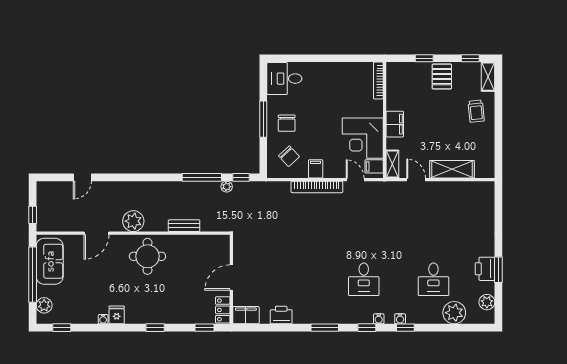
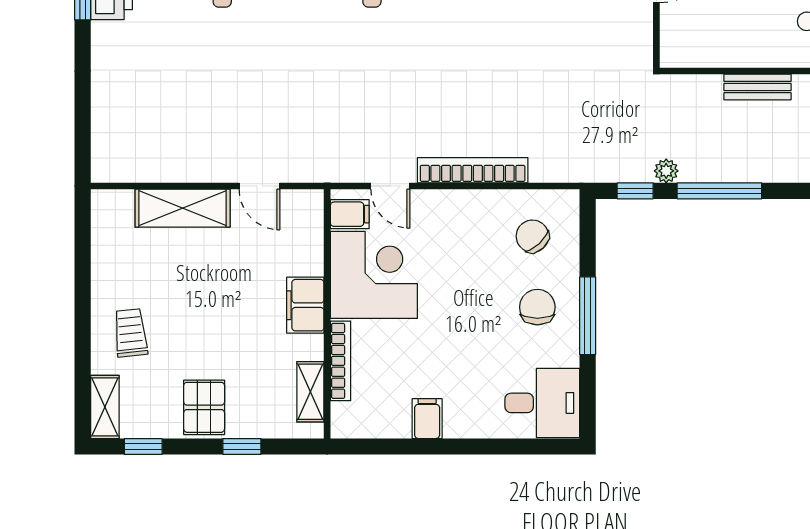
bookcase: (378, 81) -> (341, 361), moved
shelving: (392, 164) -> (310, 392), moved
filing cabinet: (316, 169) -> (427, 419), moved, turned 180

